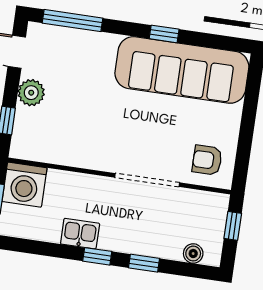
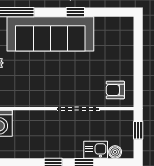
sofa: (182, 70) -> (50, 34), moved
kitchen sink: (80, 234) -> (96, 150), moved

